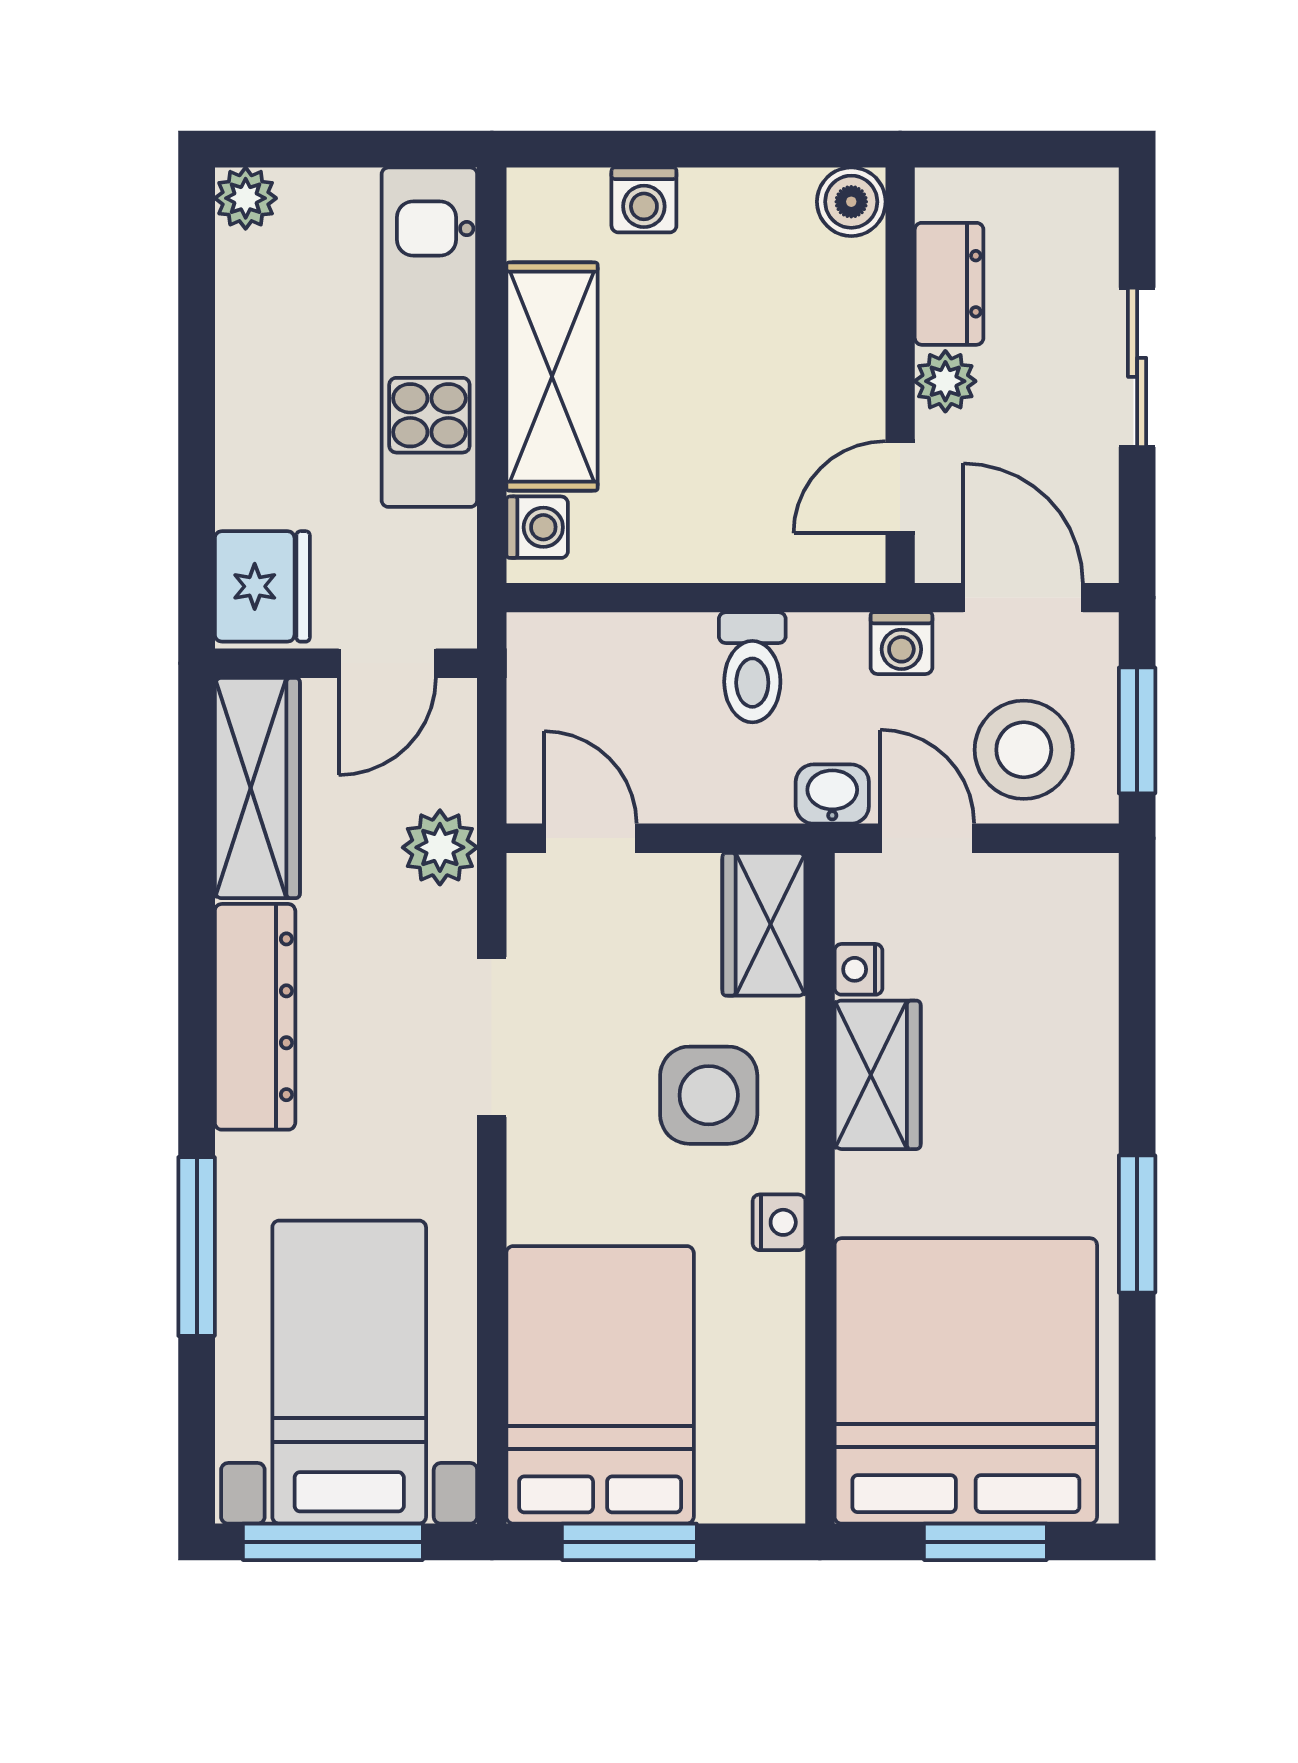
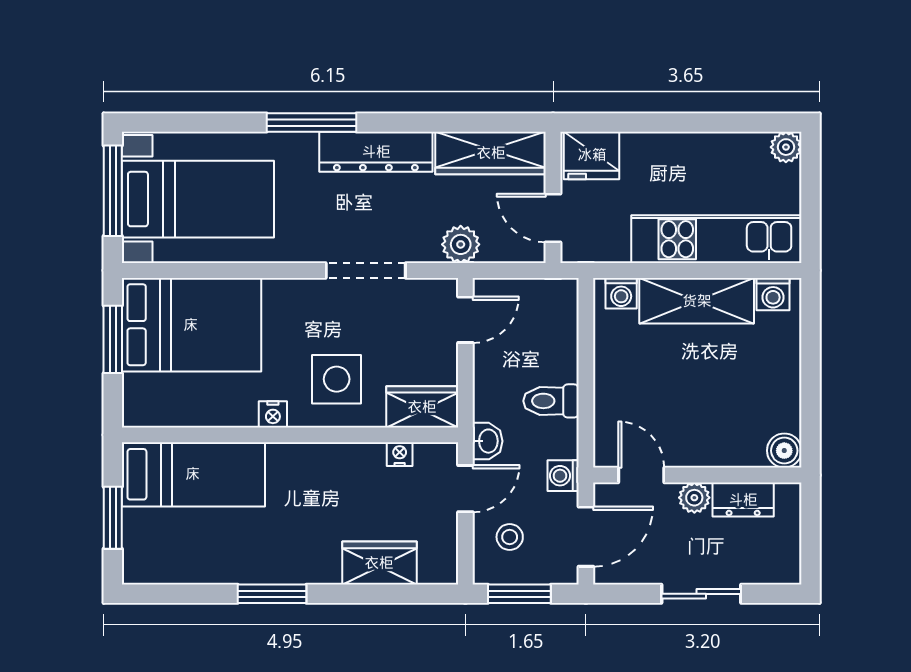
washing machine: (644, 200) -> (773, 294), moved, turned -90
stool: (1024, 750) -> (510, 537), width x0.53, depth x0.53
wardrobe: (878, 1075) -> (379, 563), moved, turned 180
window: (197, 1246) -> (311, 123), moved
bed: (966, 1381) -> (193, 474), width x0.49

